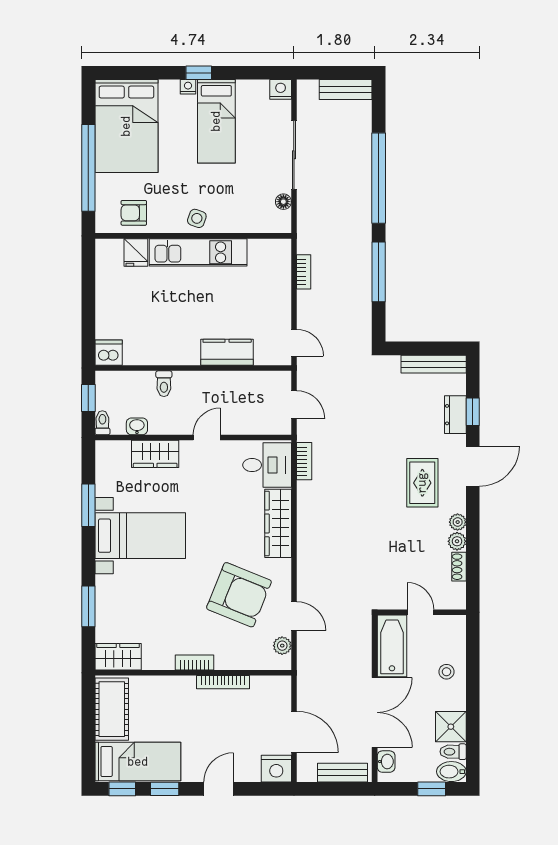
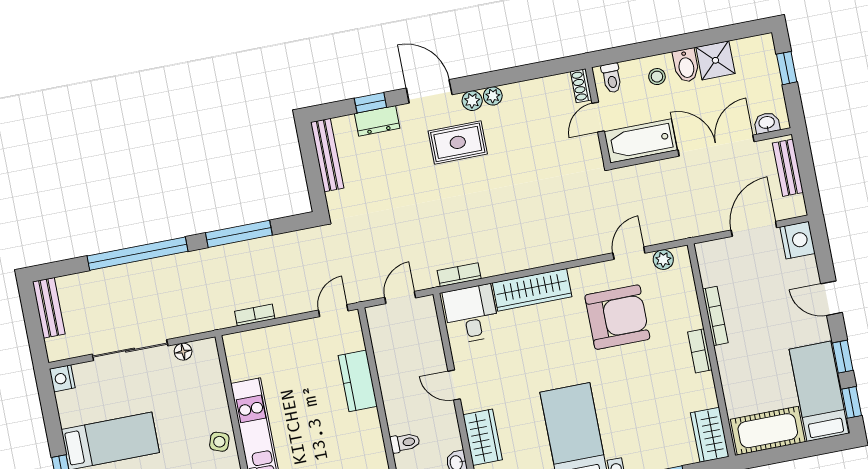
plant: (457, 541) -> (472, 101), moved
shoe rack: (459, 567) -> (581, 86), moved, turned 90
armchair: (239, 595) -> (617, 317), turned 68
toilet: (453, 752) -> (612, 78), moved
bidet: (451, 772) -> (686, 65), moved

